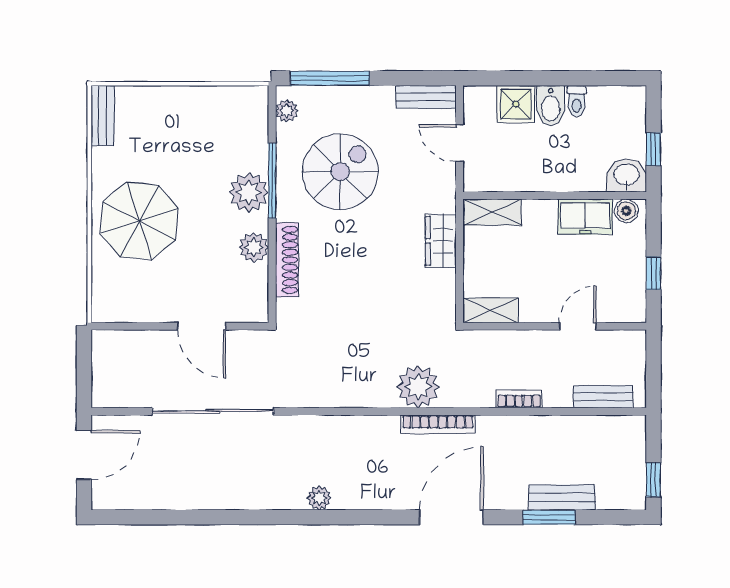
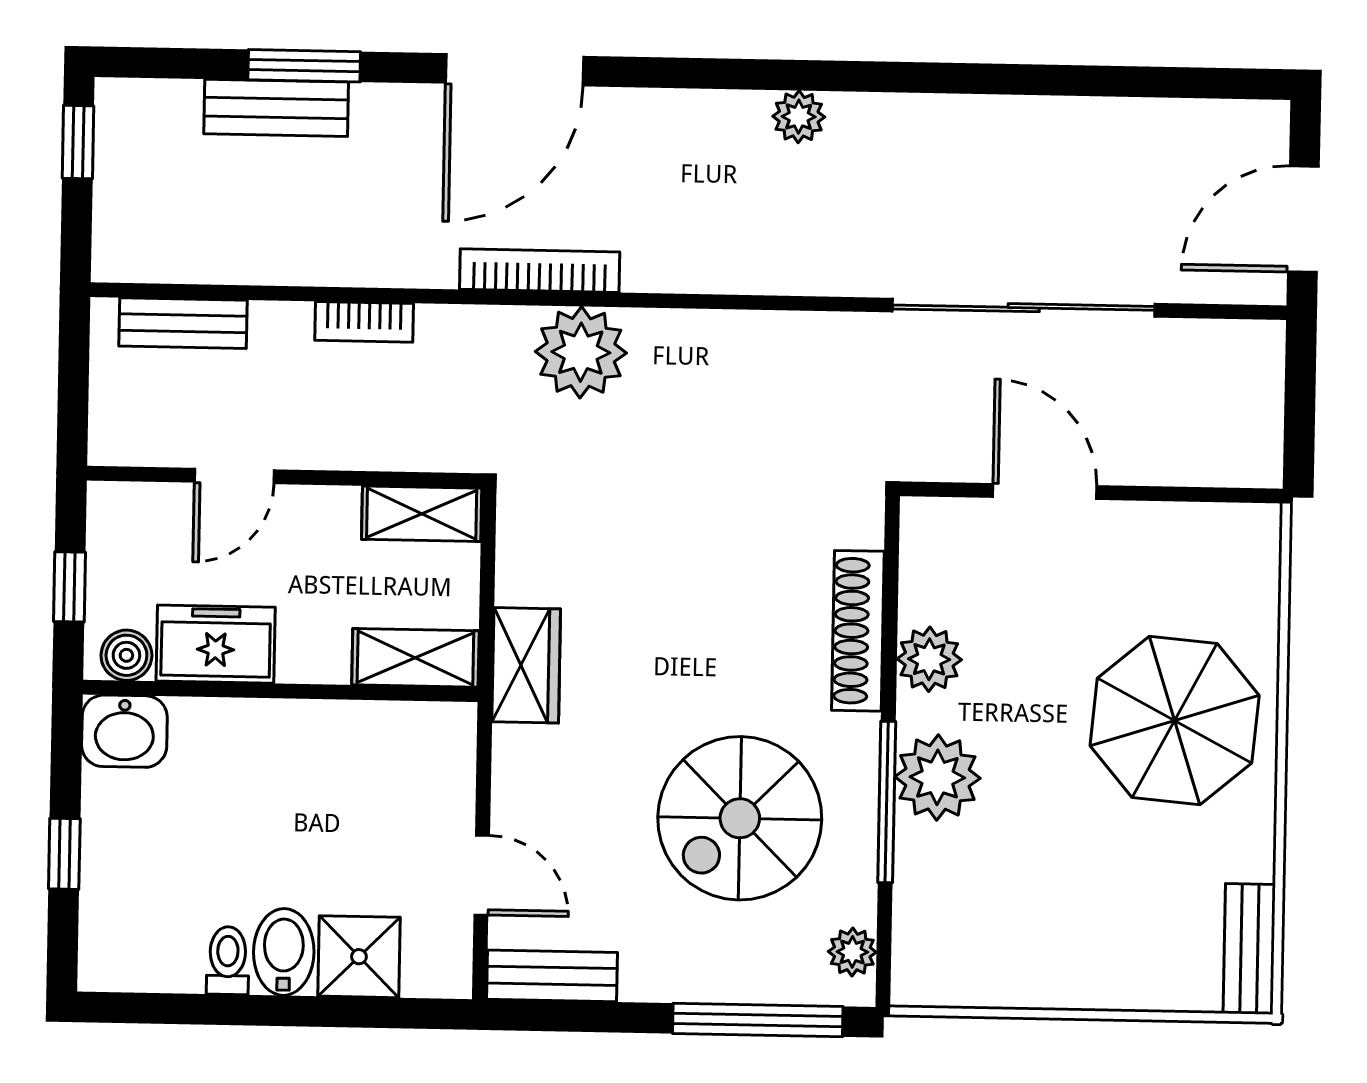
washbasin: (627, 176) -> (124, 731), moved
wall: (555, 196) -> (280, 691), moved
boiler: (626, 211) -> (126, 655), moved
shelving: (492, 212) -> (415, 658), moved
freezer: (585, 217) -> (216, 644), moved

